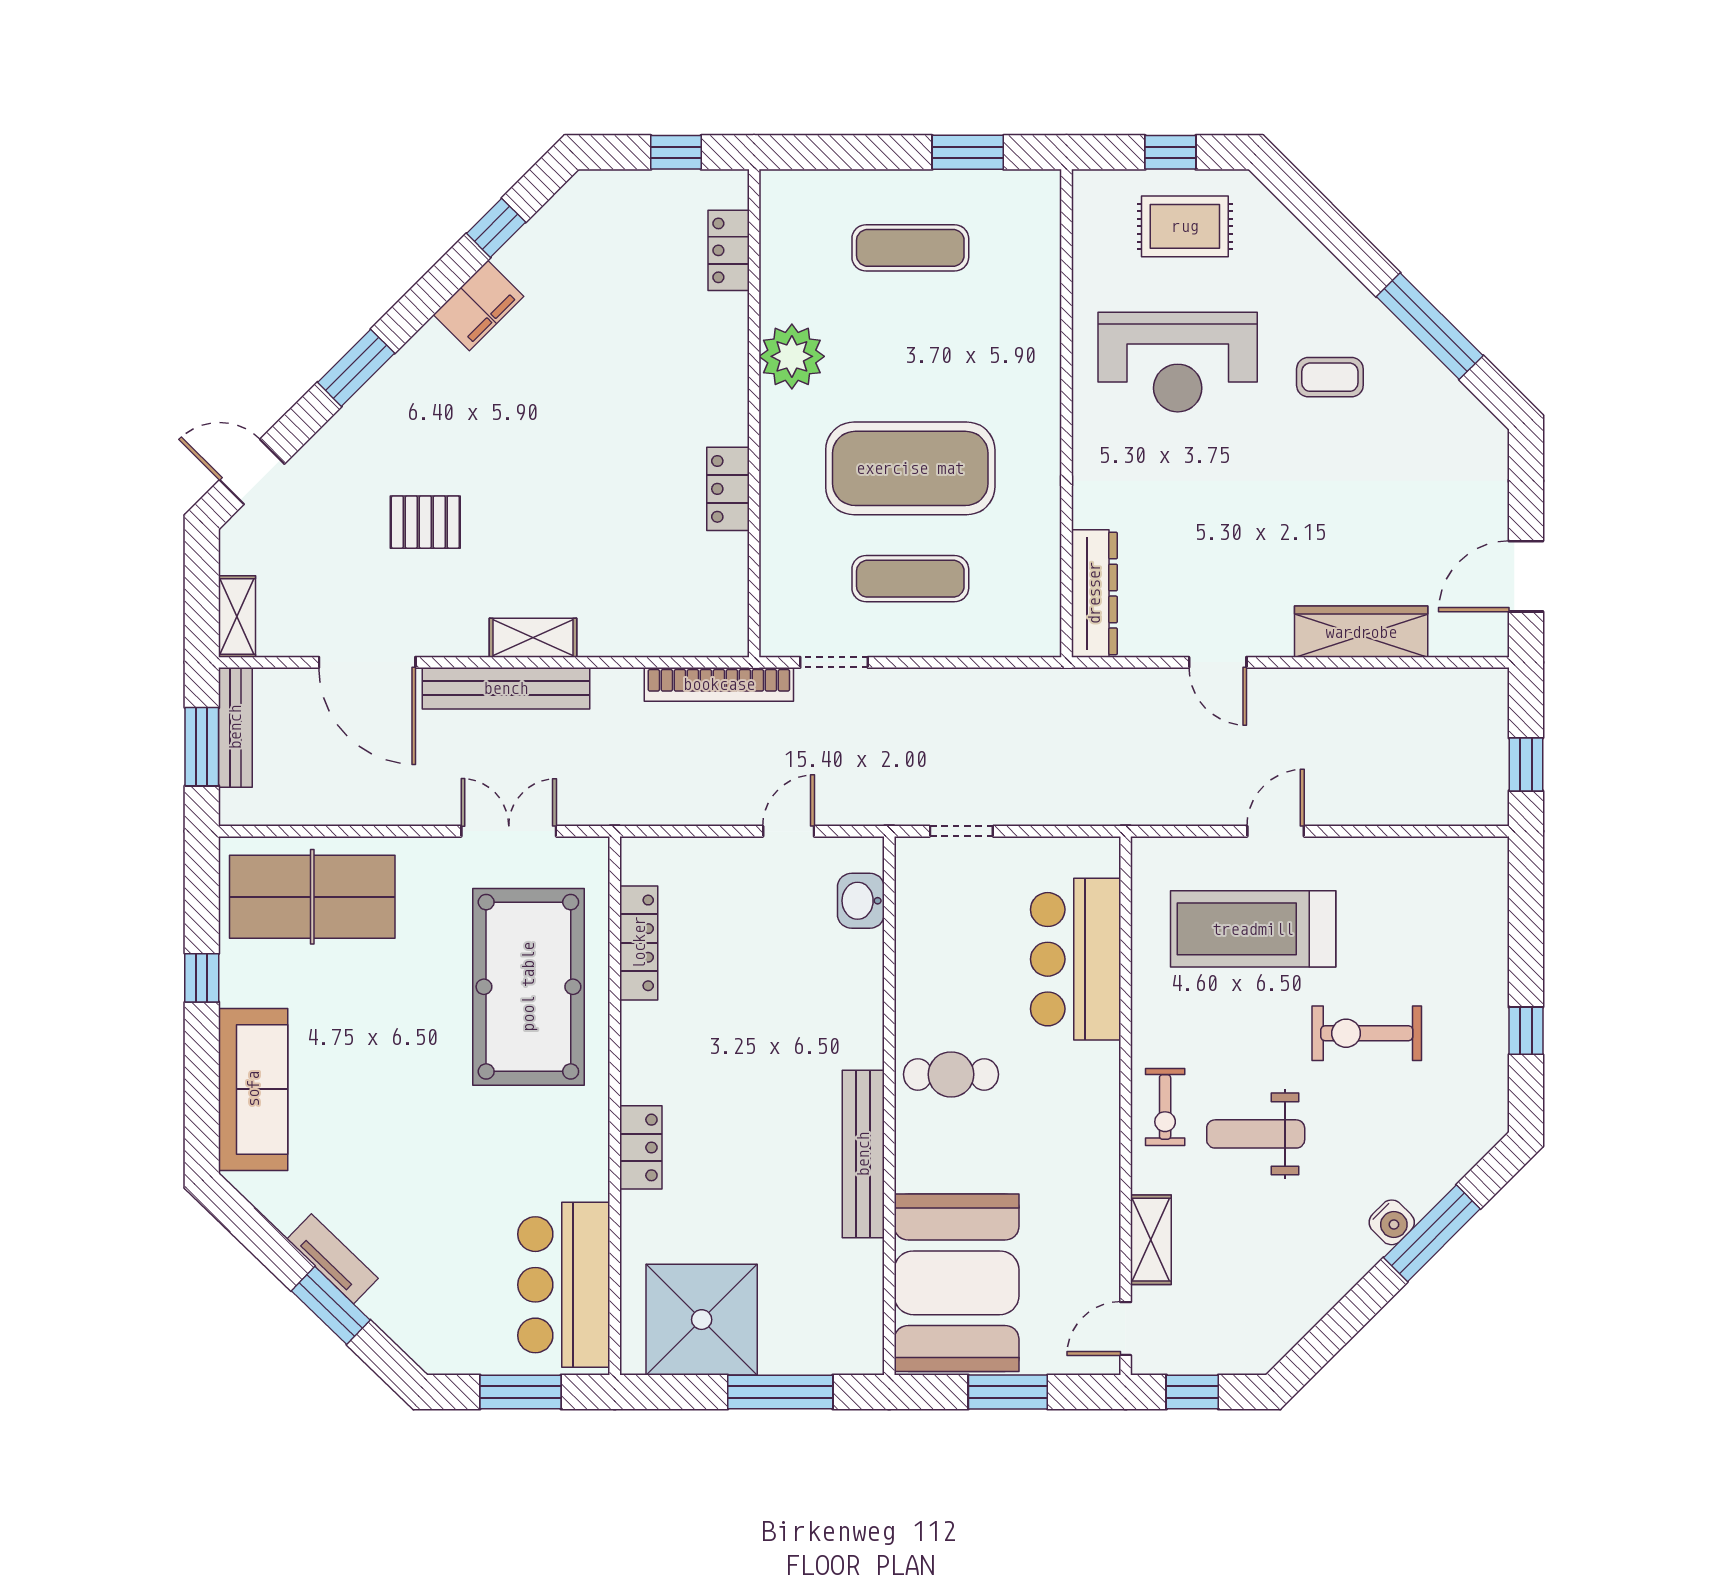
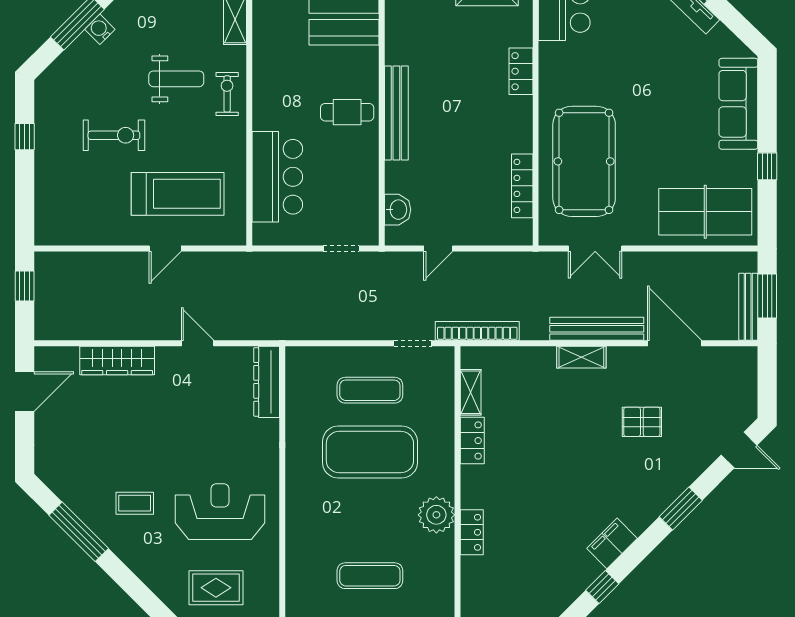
locker: (729, 250) -> (472, 532), moved
shelving: (237, 616) -> (471, 392), moved
bench: (863, 1154) -> (396, 113), moved

